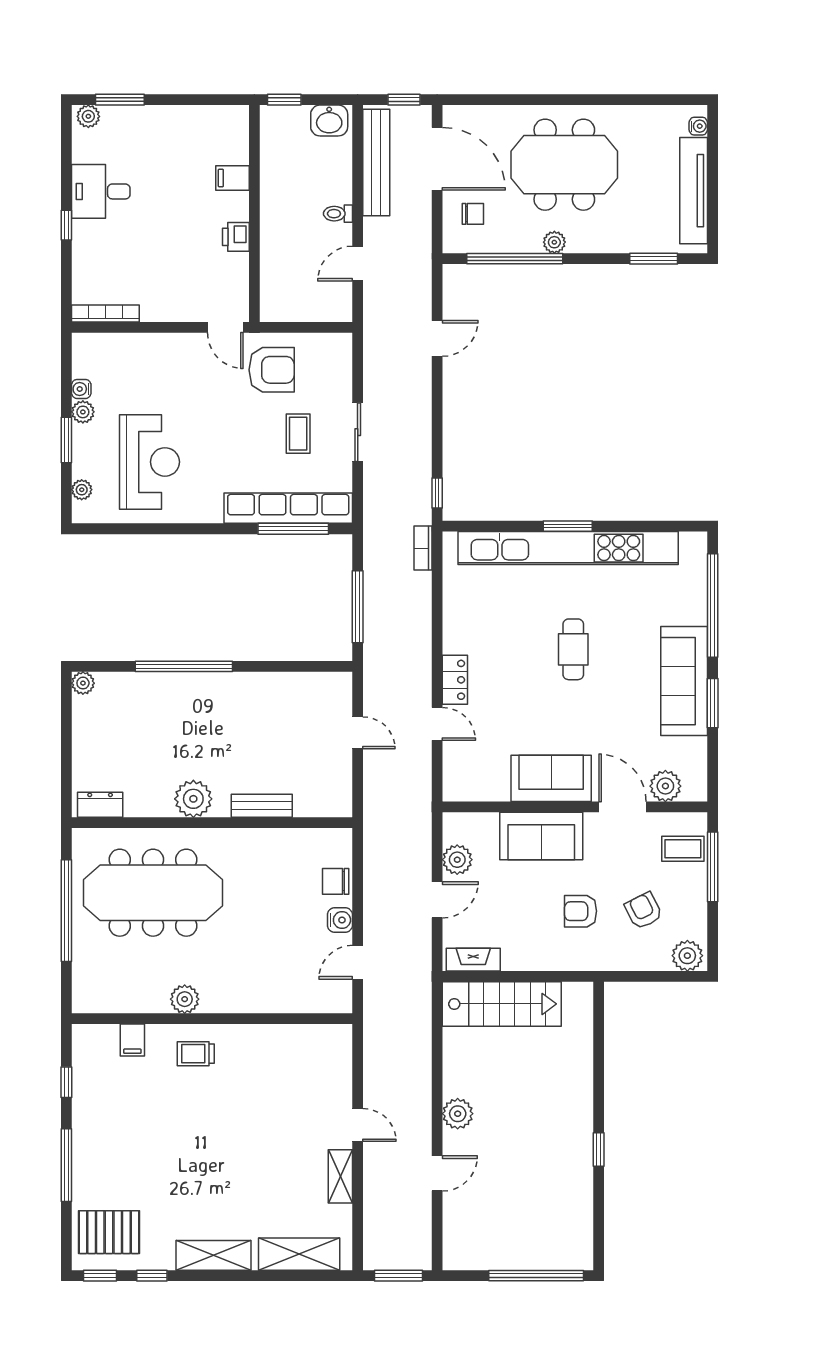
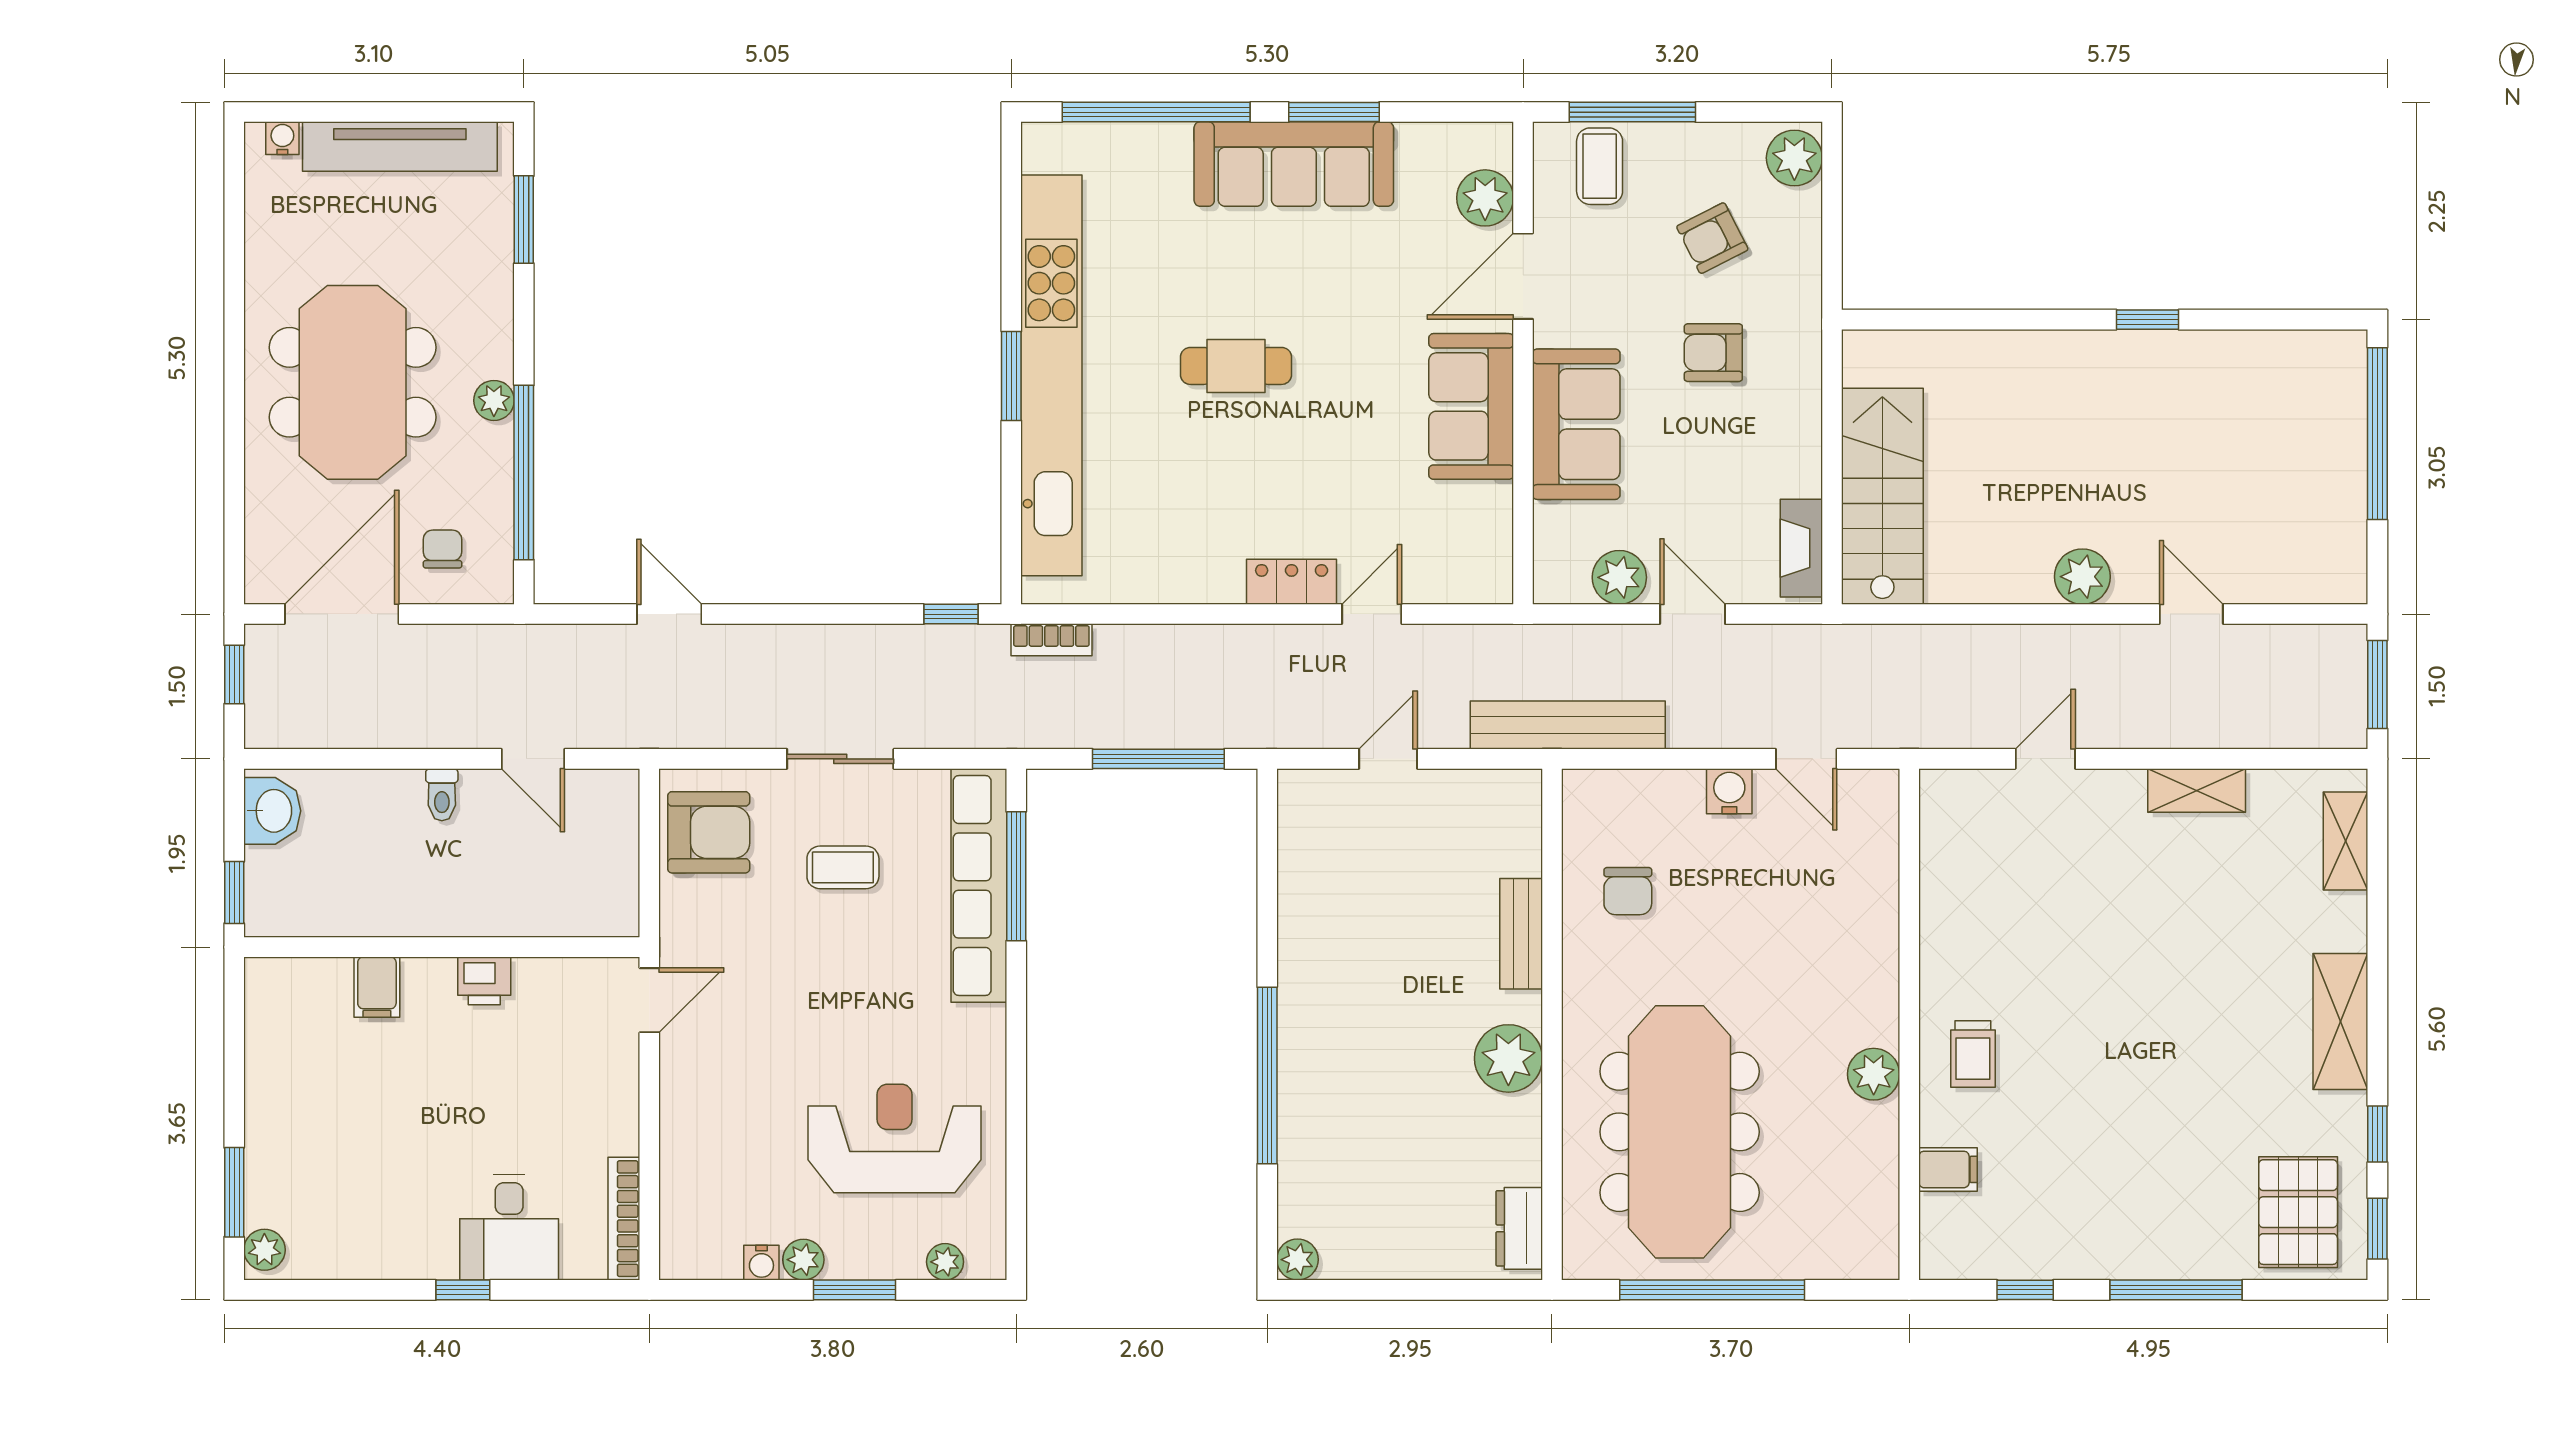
bench: (376, 162) -> (1568, 725), moved
desk: (101, 191) -> (509, 1227), moved
armchair: (272, 370) -> (709, 832), moved, turned 90
chair: (336, 881) -> (1628, 891), moved
armchair: (581, 911) -> (1713, 353), turned 90
door: (358, 1125) -> (2045, 759), moved
shelving: (299, 1254) -> (2346, 841), width x0.67, depth x0.75

